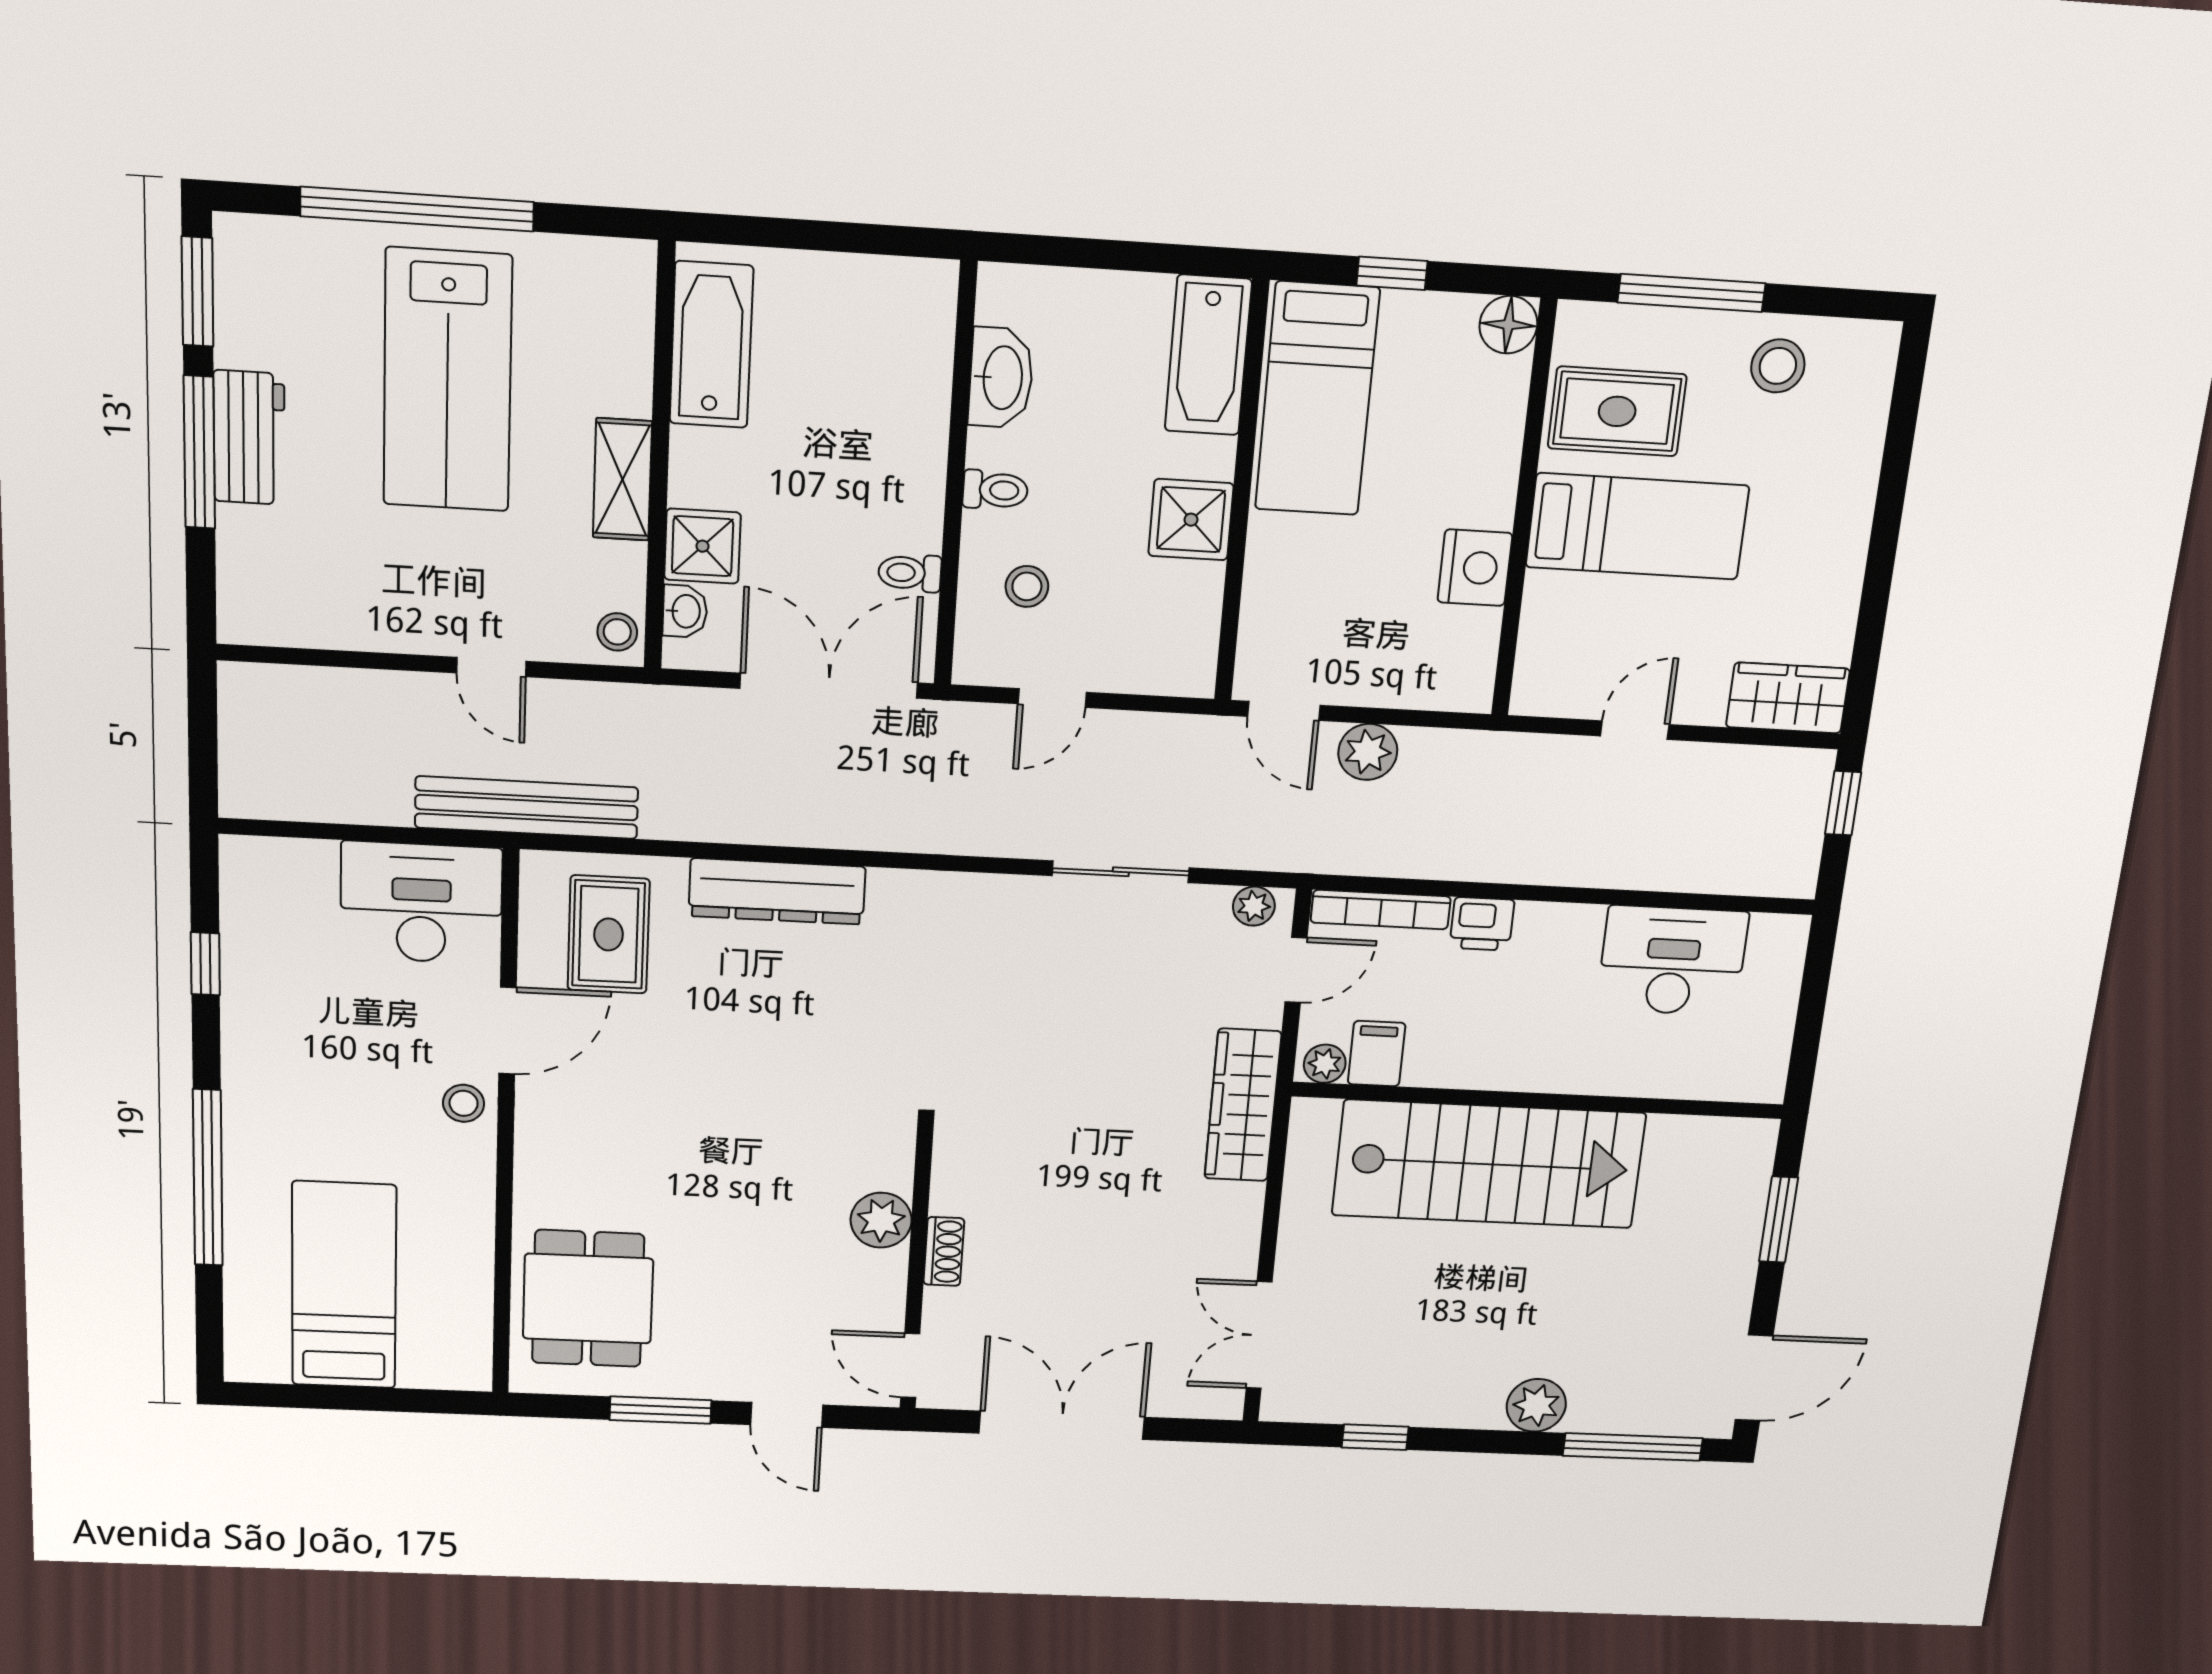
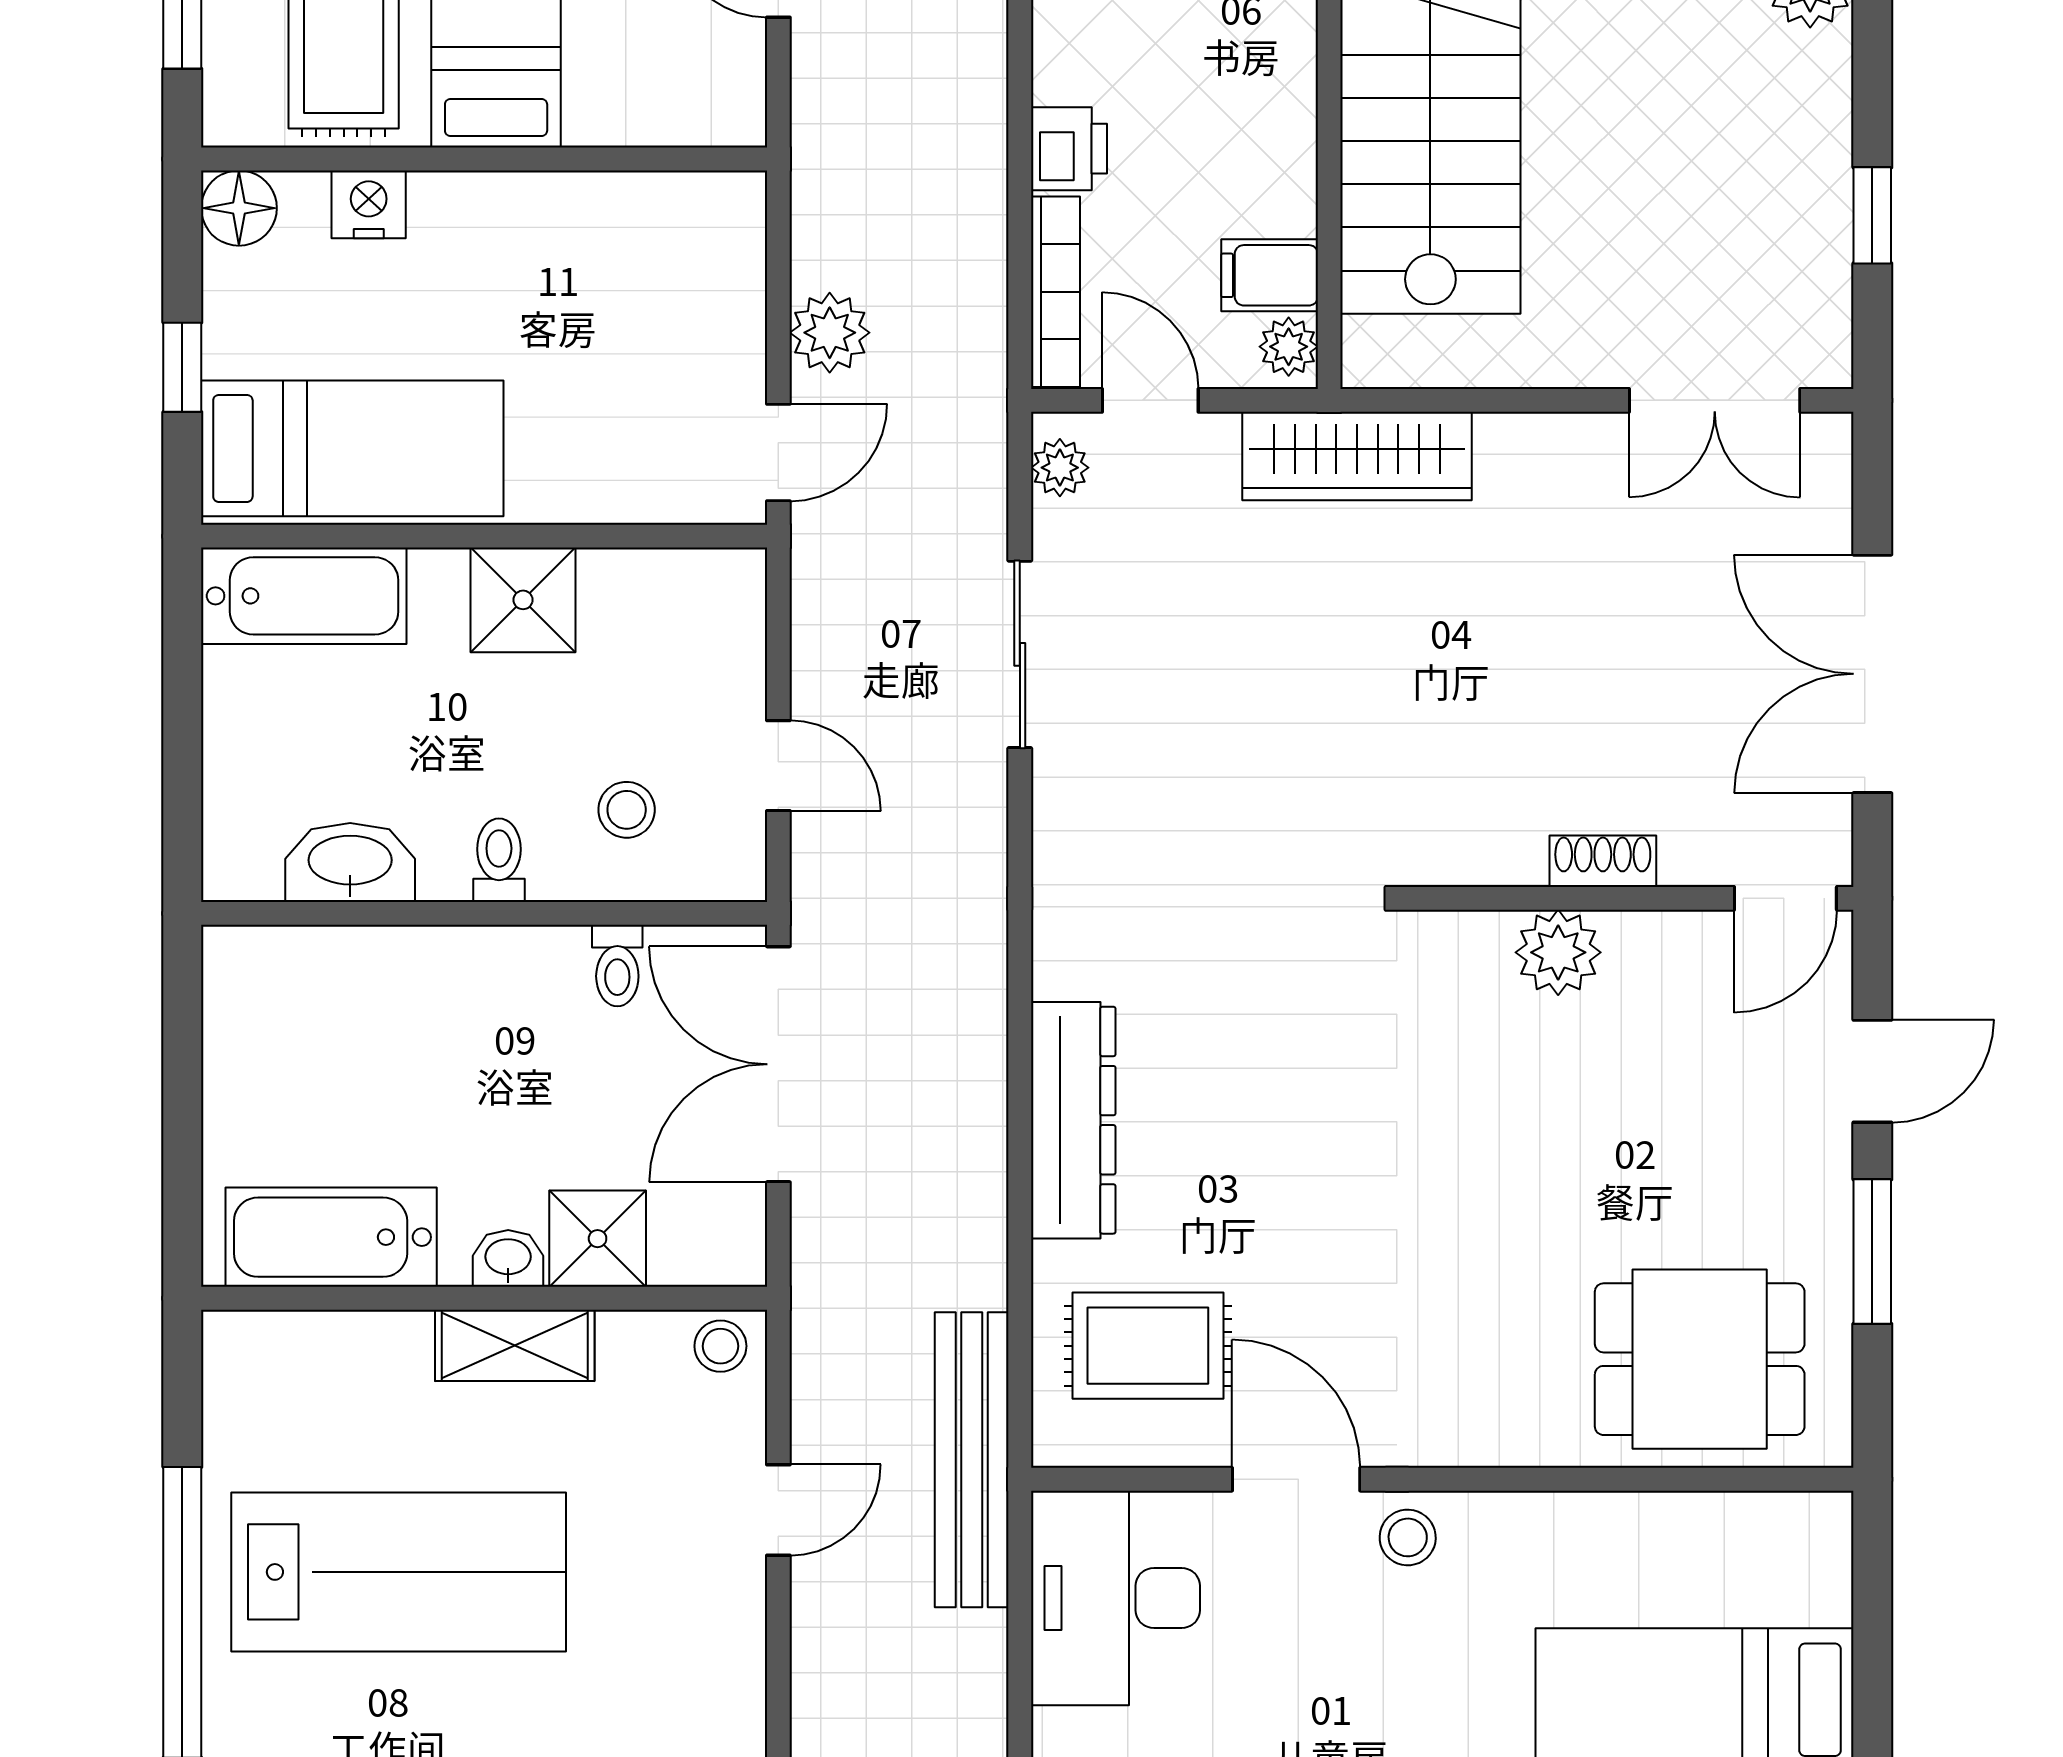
nightstand: (1475, 568) -> (369, 204), moved, width x0.74, depth x0.75
washbasin: (685, 611) -> (508, 1258), moved

